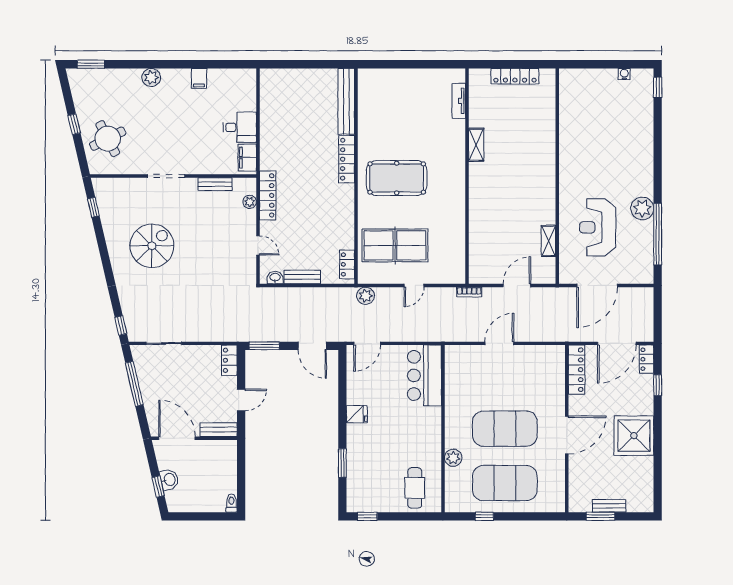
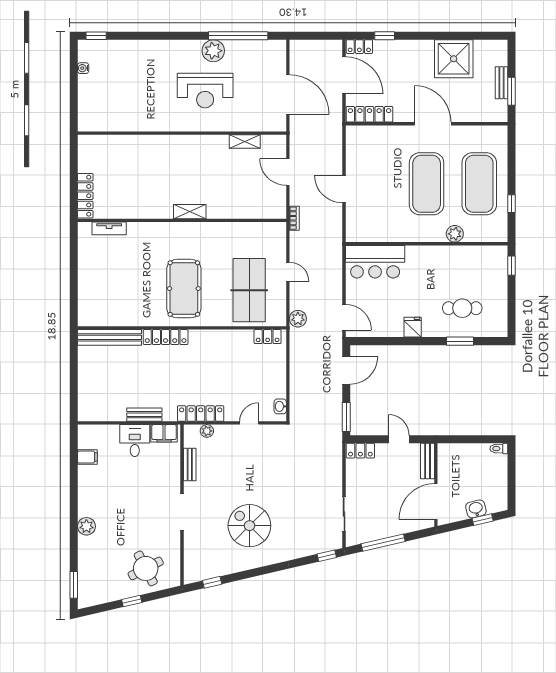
locker: (515, 76) -> (85, 196), moved
filing cabinet: (199, 78) -> (87, 457), moved
shelving: (476, 145) -> (190, 212), moved
reception desk: (598, 227) -> (205, 91), moved
bench: (302, 277) -> (144, 415), moved, turned 90
shower: (634, 436) -> (454, 59), moved
cafe table: (415, 488) -> (462, 308), moved
window: (367, 516) -> (512, 266), moved

